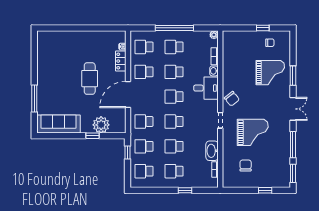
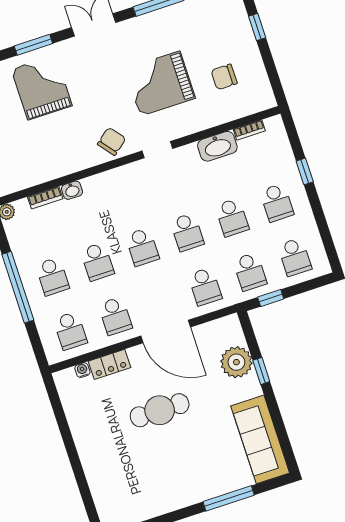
desk: (206, 88) -> (108, 194), removed
grand piano: (253, 132) -> (160, 84), turned -90

